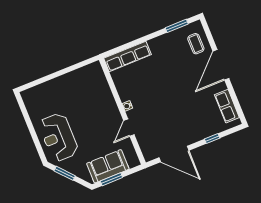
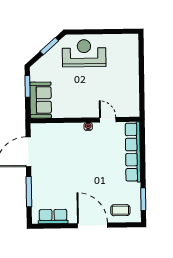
row of seats: (128, 56) -> (133, 152), width x1.36
door: (129, 128) -> (108, 120), moved
window: (212, 139) -> (29, 192), width x2.17
sofa: (108, 166) -> (41, 100), moved

